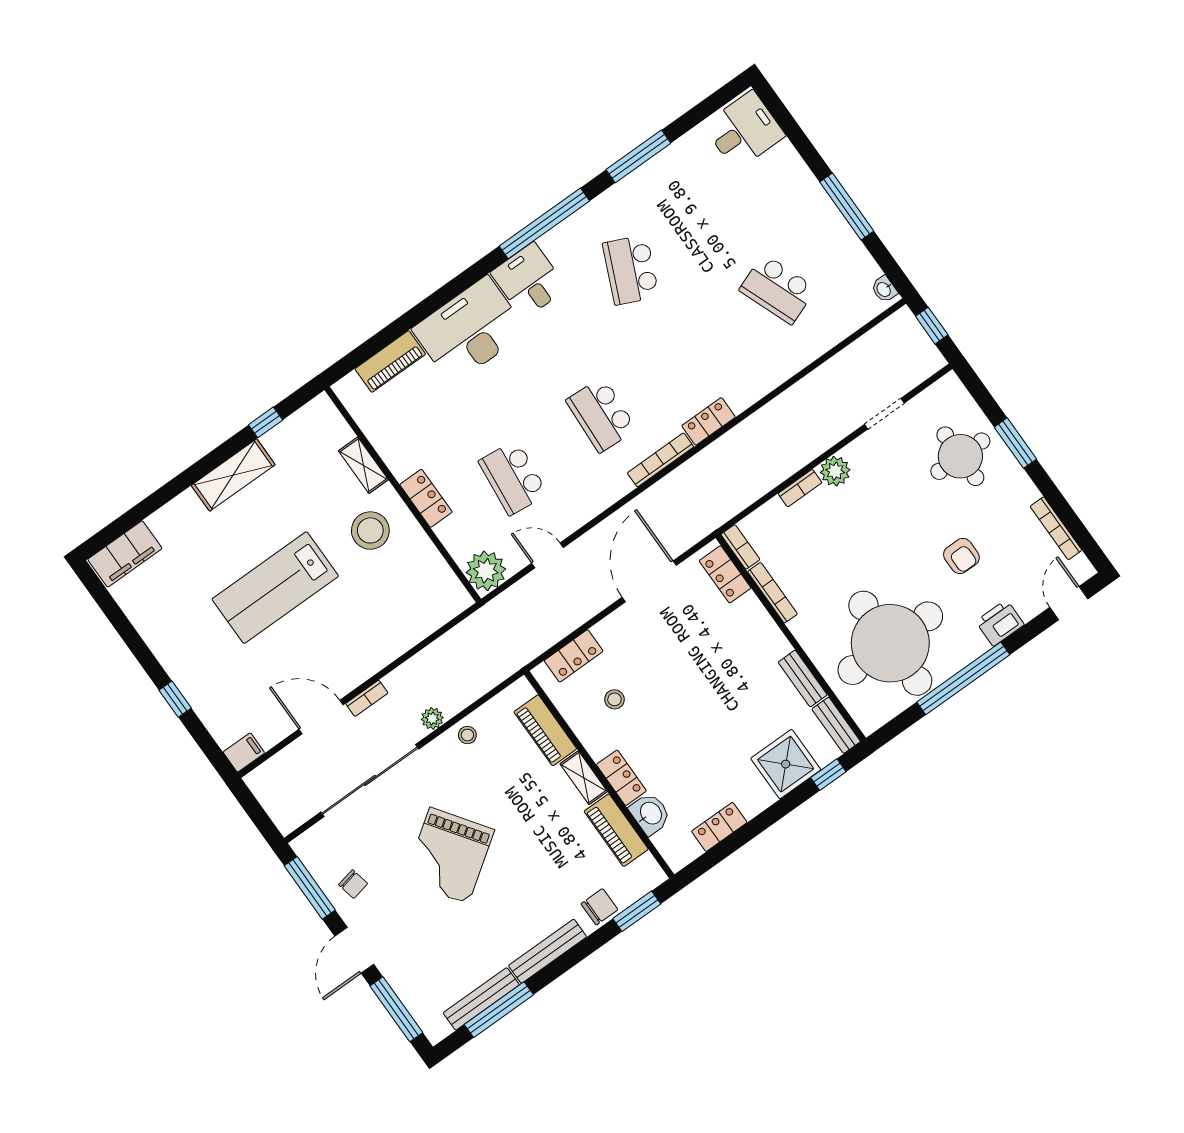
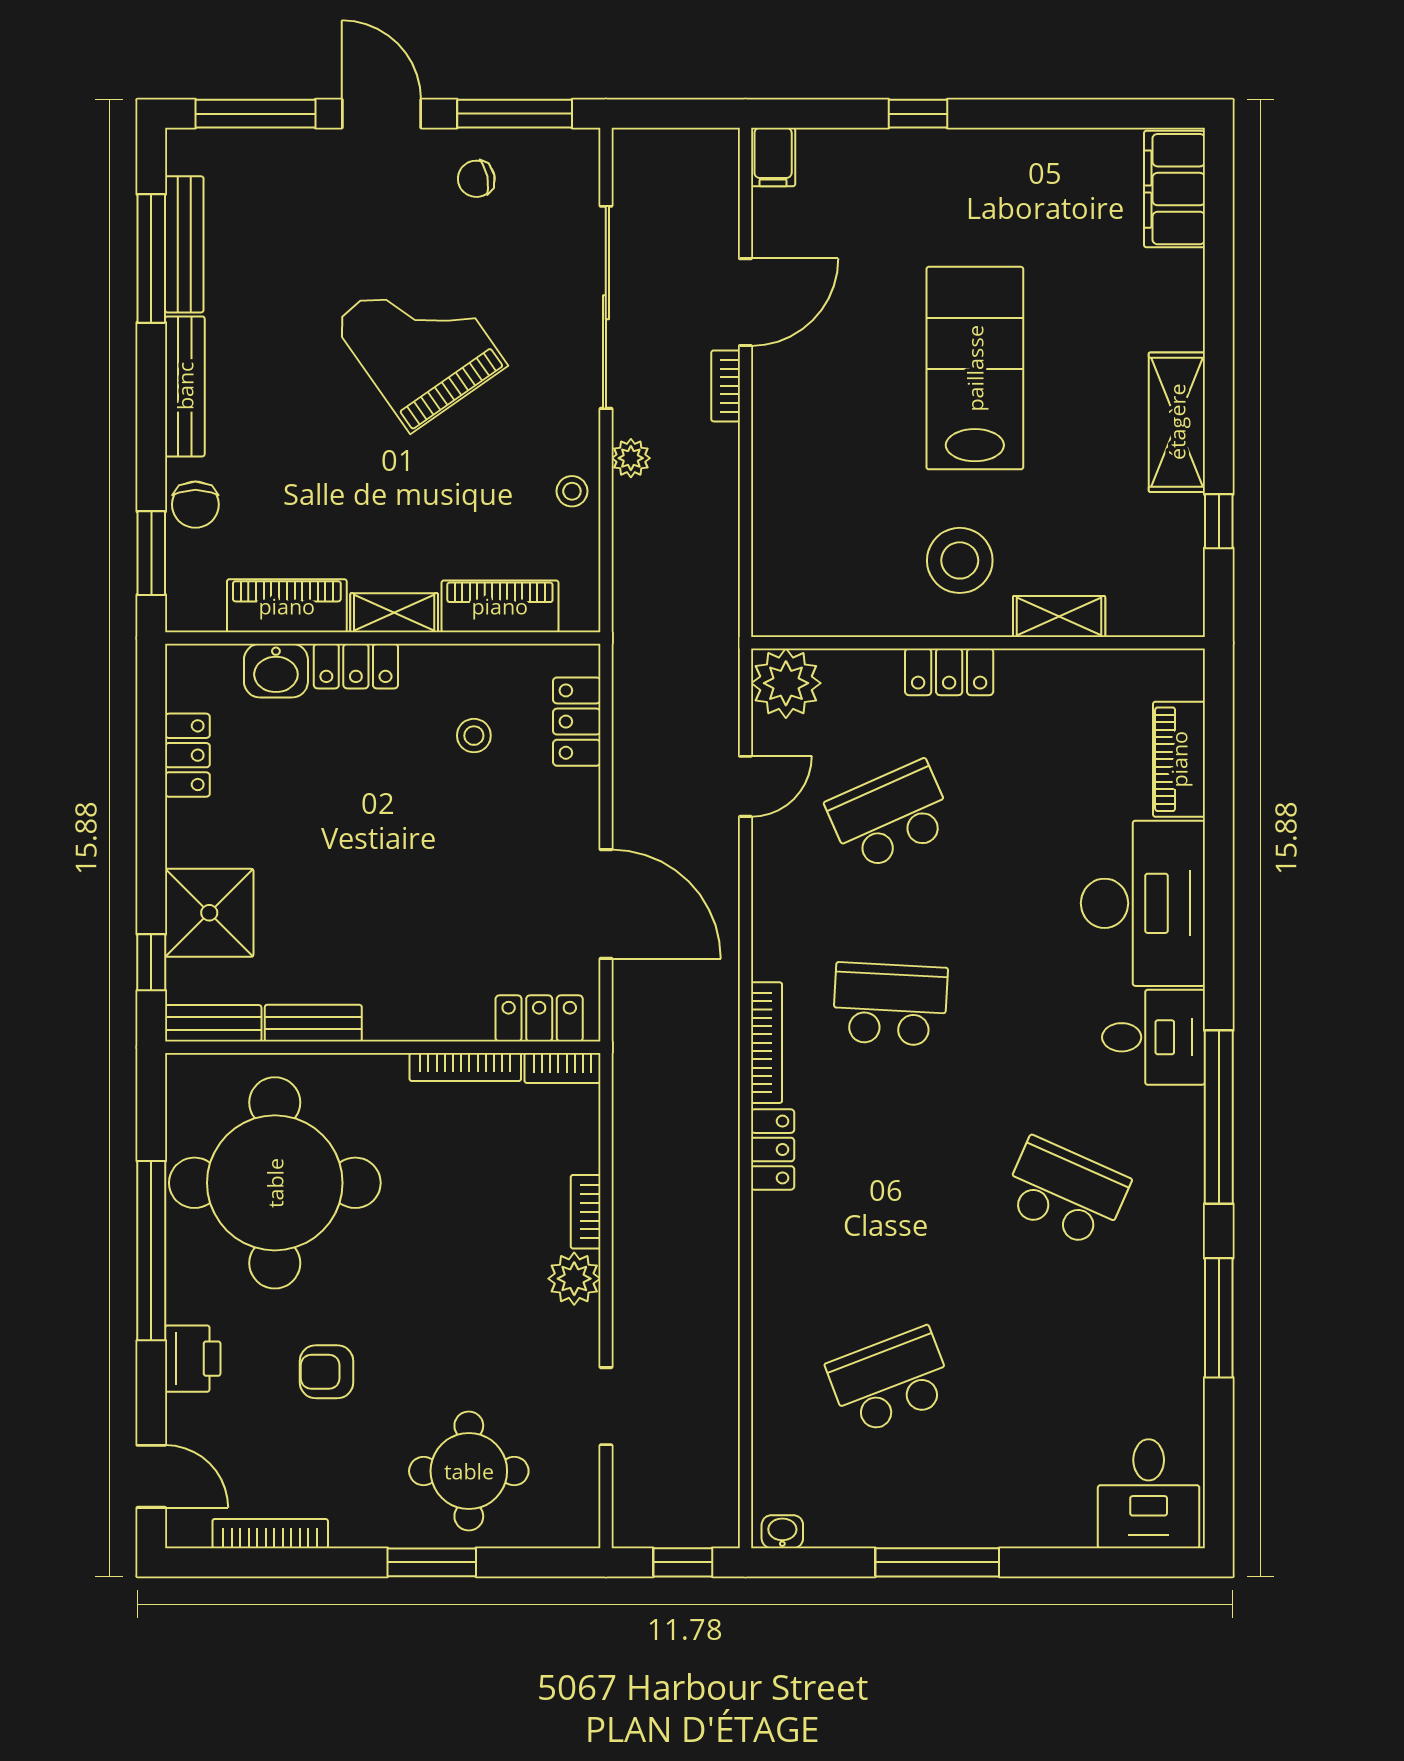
school desk: (513, 478) -> (890, 816), turned -30

